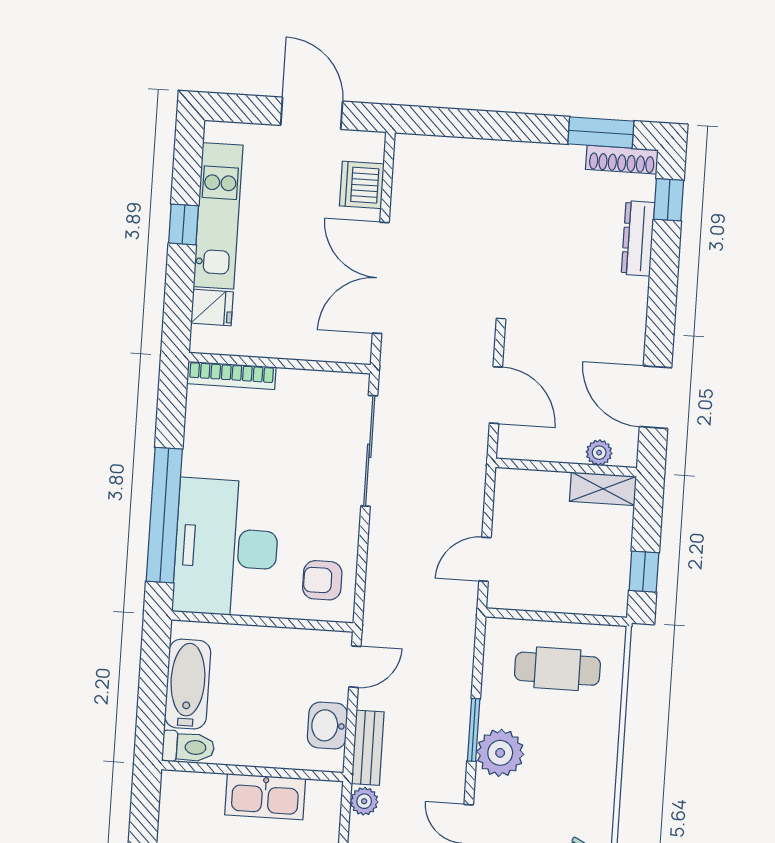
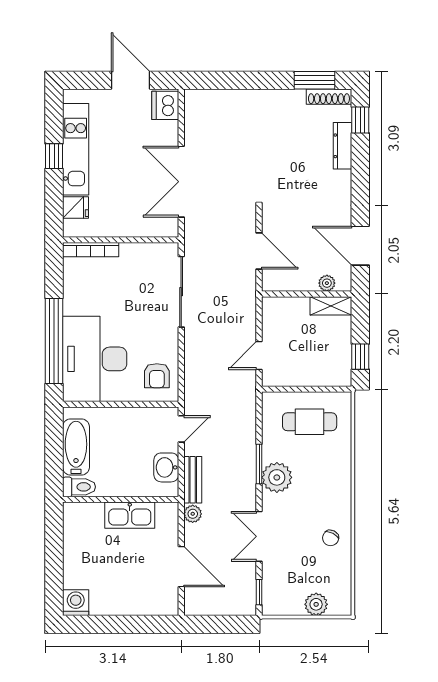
dishwasher: (362, 185) -> (165, 105), moved
armchair: (322, 580) -> (157, 376), turned -90

